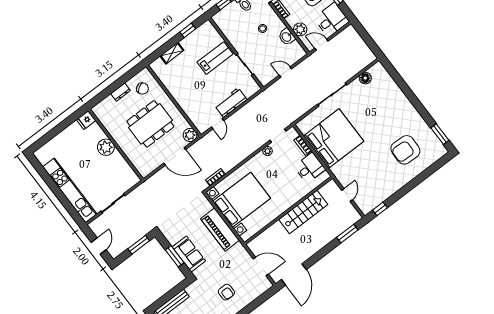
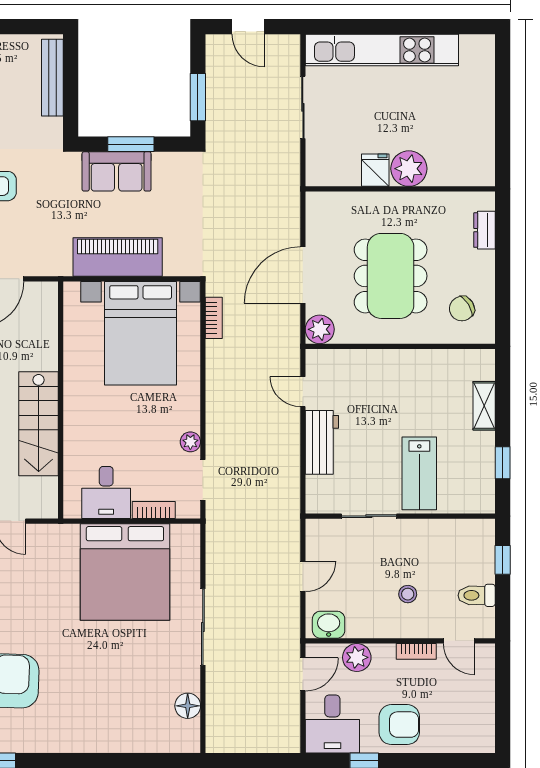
washbasin: (287, 37) -> (329, 625), moved
dresser: (121, 92) -> (484, 230), moved
fridge: (86, 120) -> (375, 170), moved

